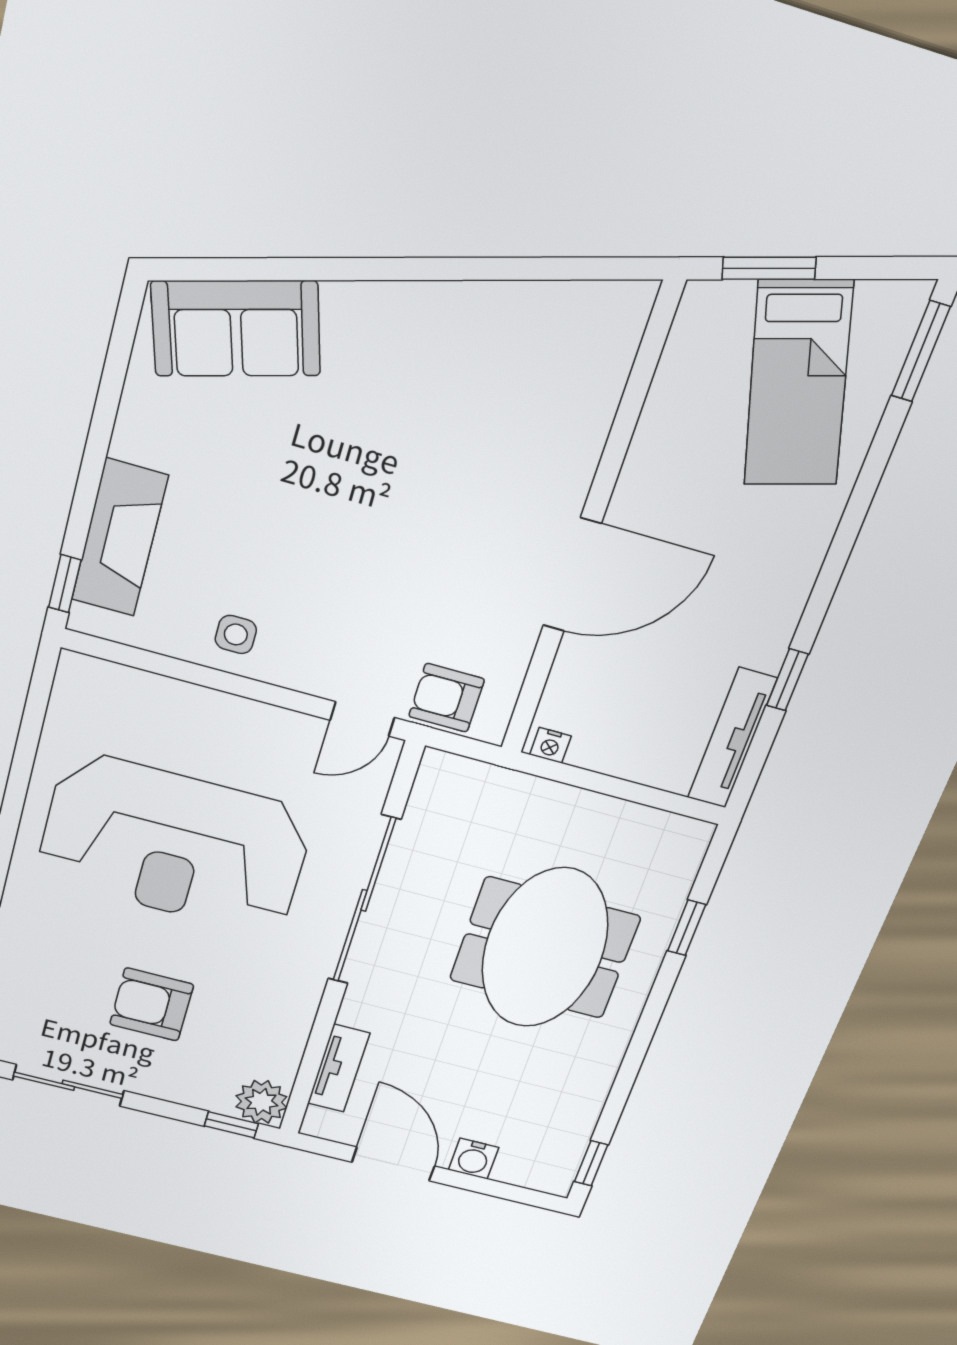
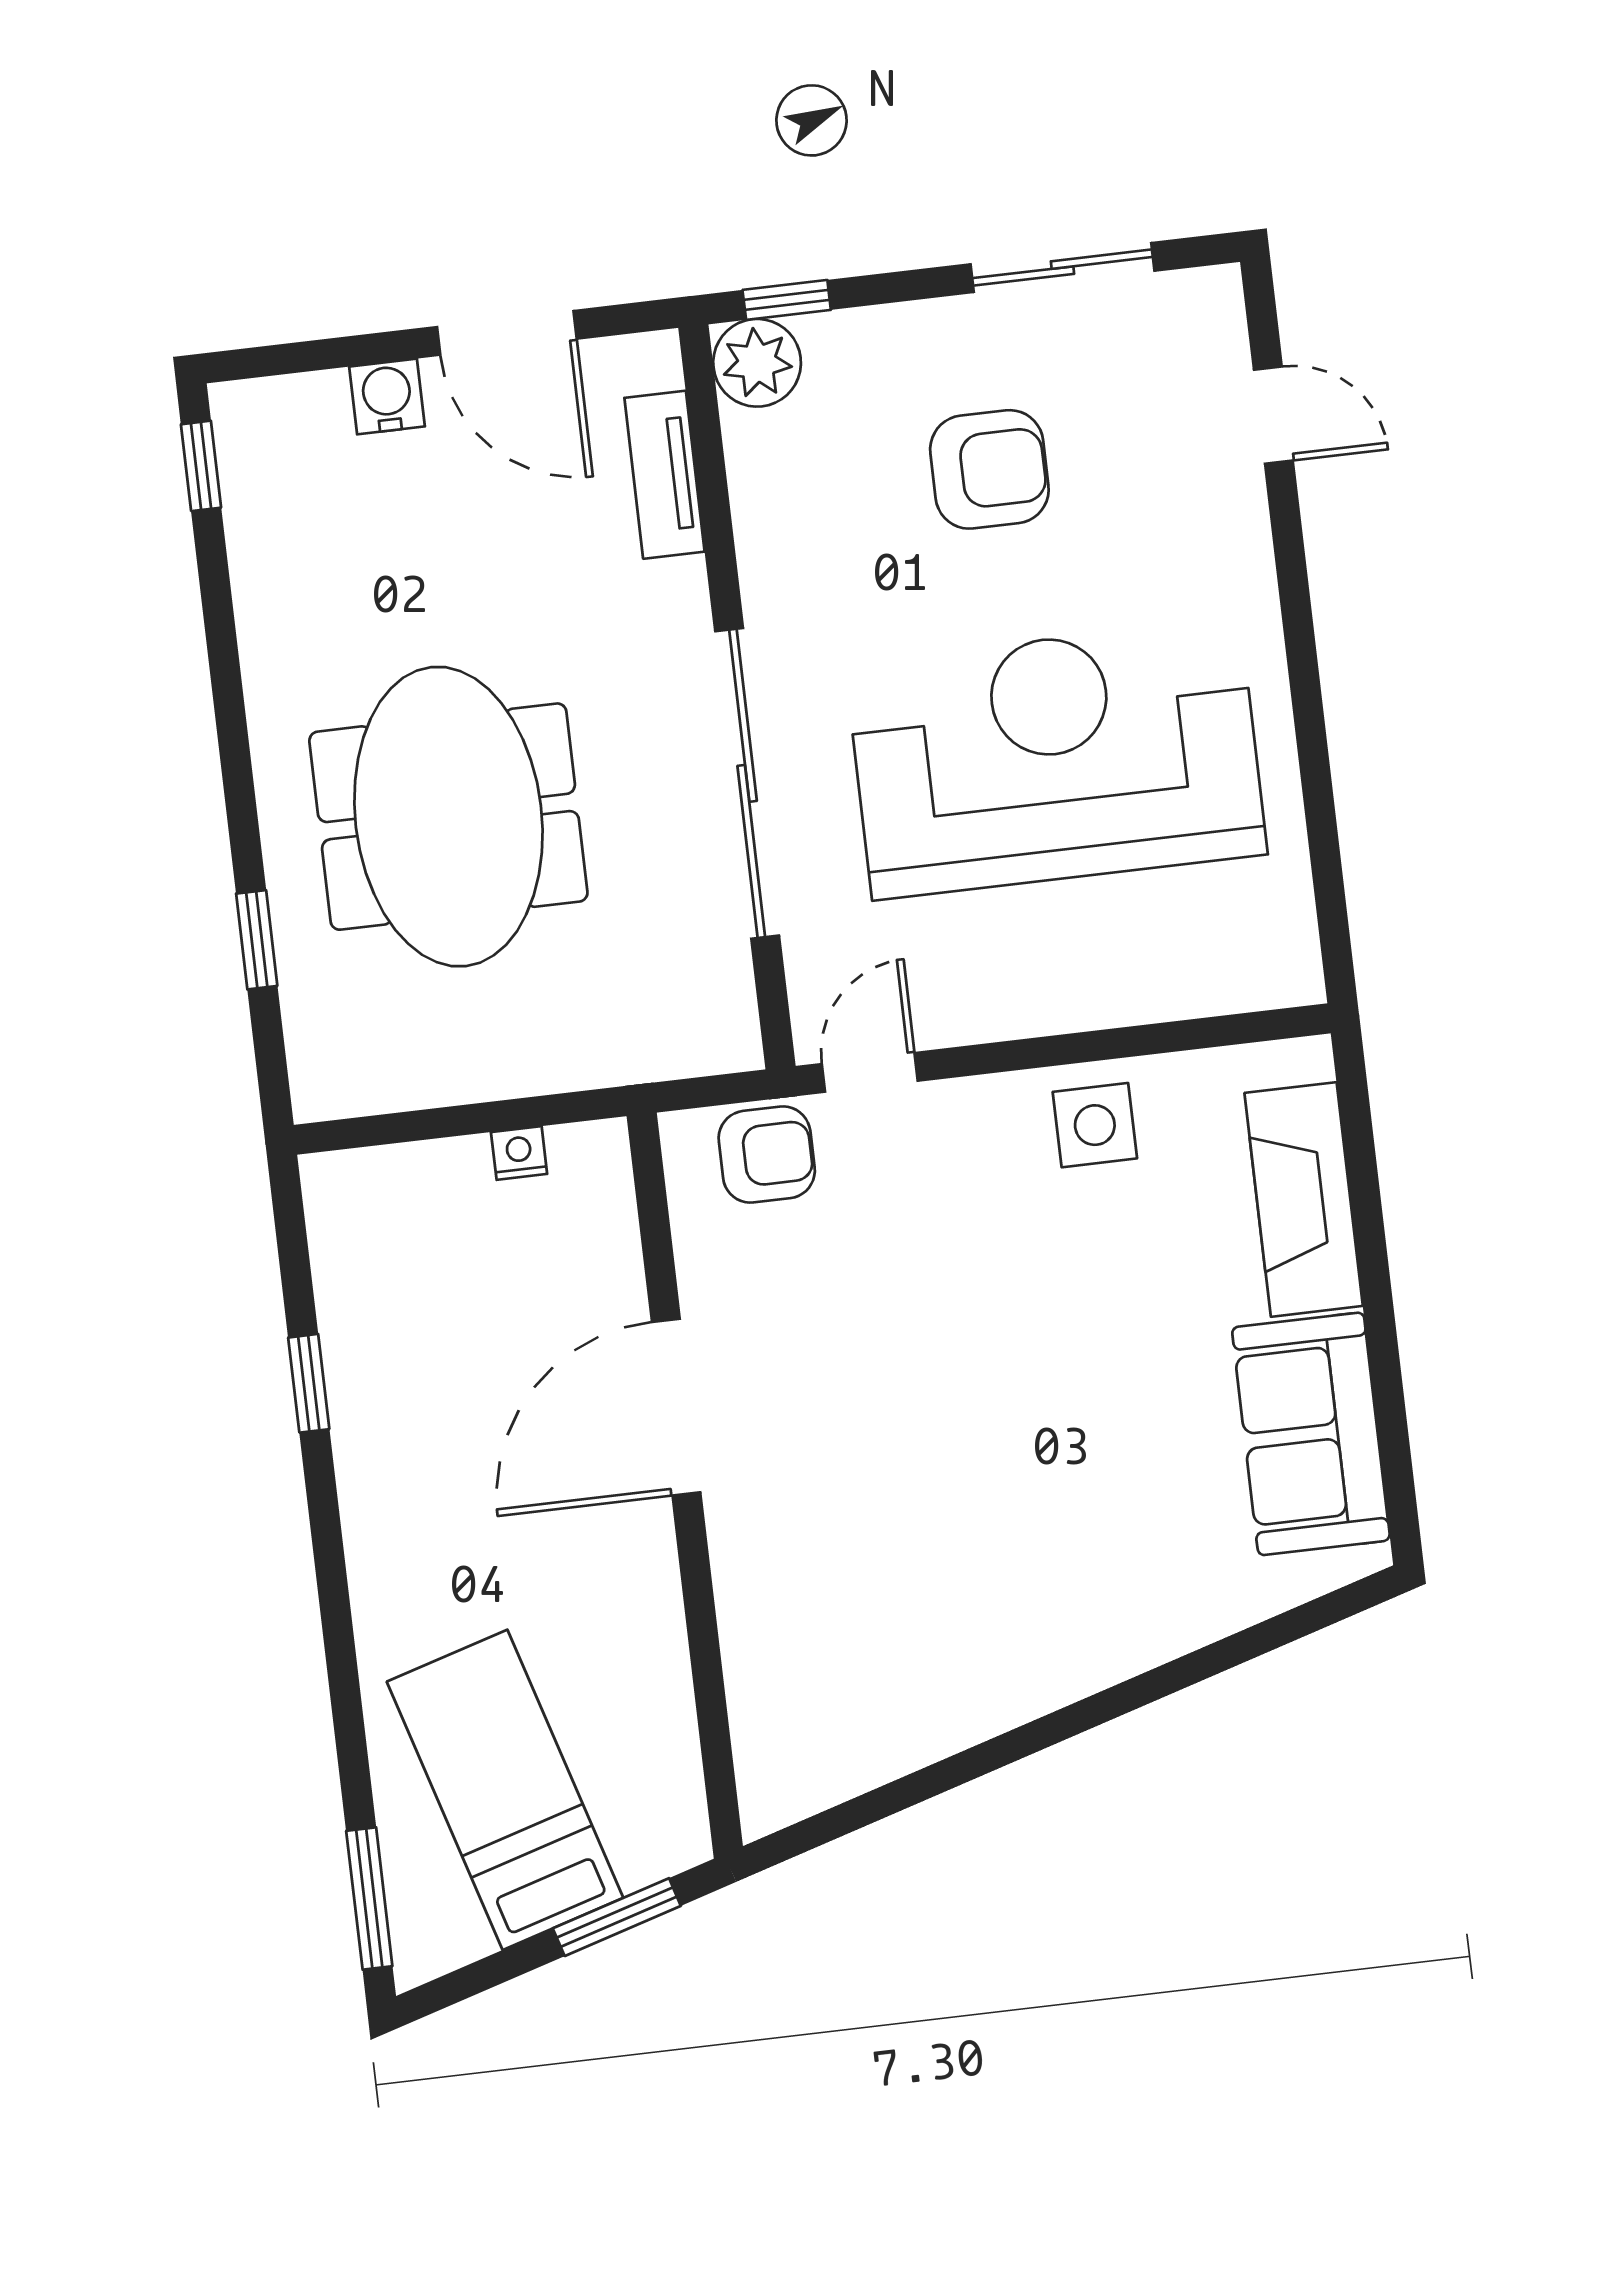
sofa: (236, 329) -> (1311, 1434), moved, turned -73
window: (65, 584) -> (1354, 1101), removed
side table: (236, 634) -> (1095, 1125), width x1.37, depth x1.37
tv unit: (732, 738) -> (341, 1264), removed
nightstand: (550, 745) -> (519, 1153), moved

